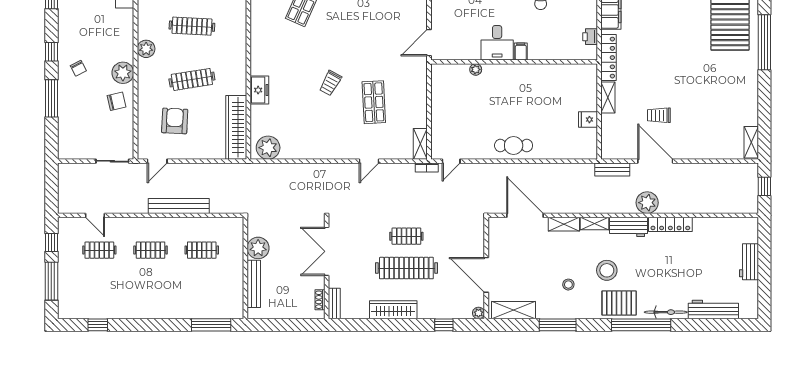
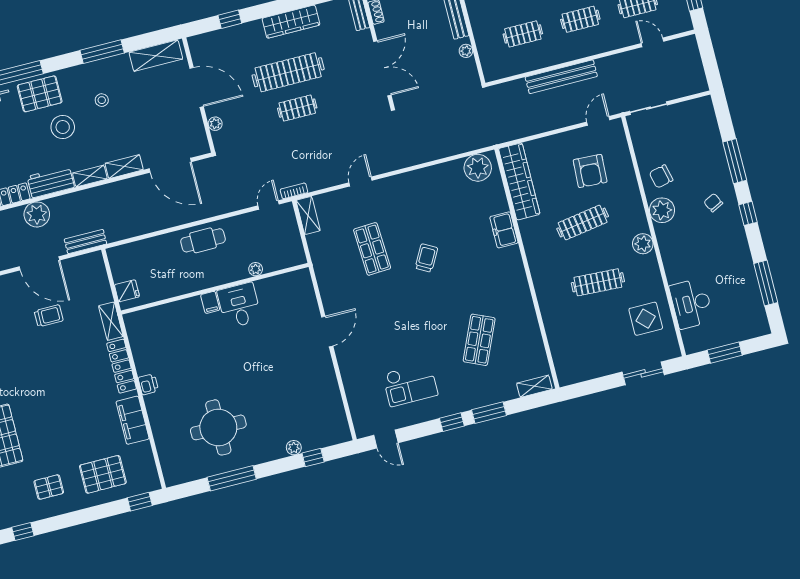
desk: (497, 43) -> (239, 305), moved
filing cabinet: (521, 51) -> (210, 302), moved
wall: (514, 62) -> (215, 289), moved
plant: (476, 69) -> (256, 269), moved
plant: (258, 248) -> (466, 51), width x0.53, depth x0.53
plant: (478, 313) -> (215, 124), moved

